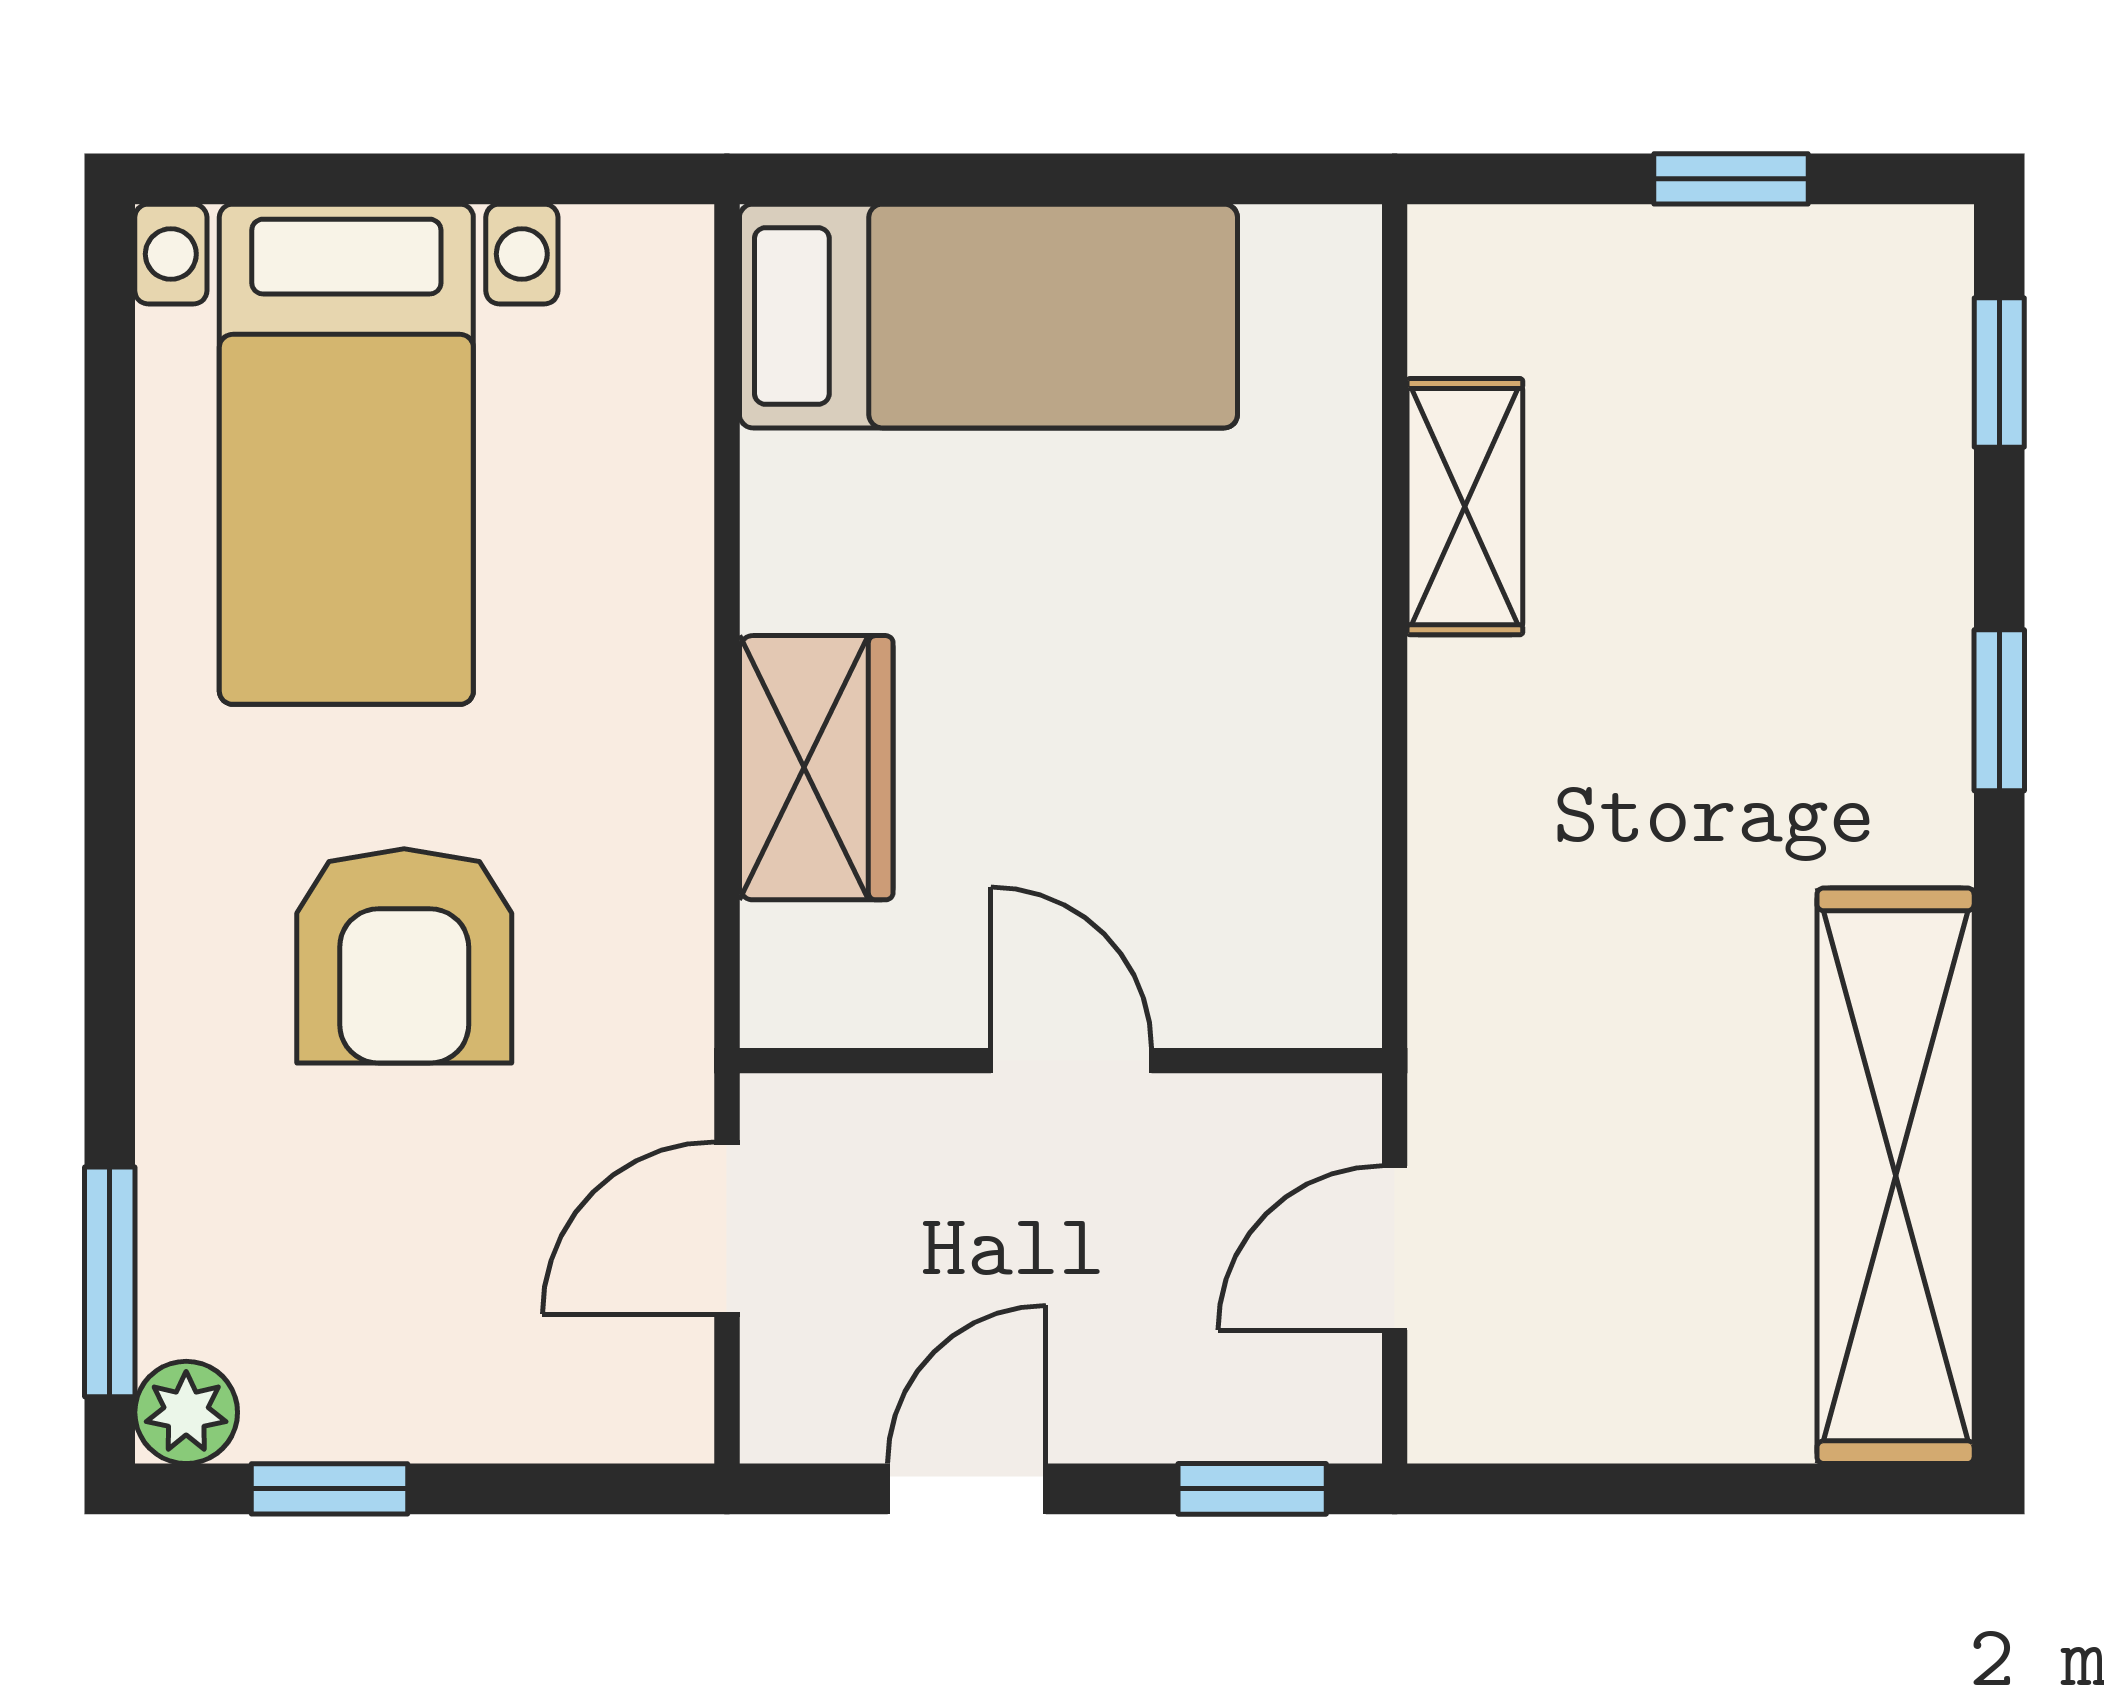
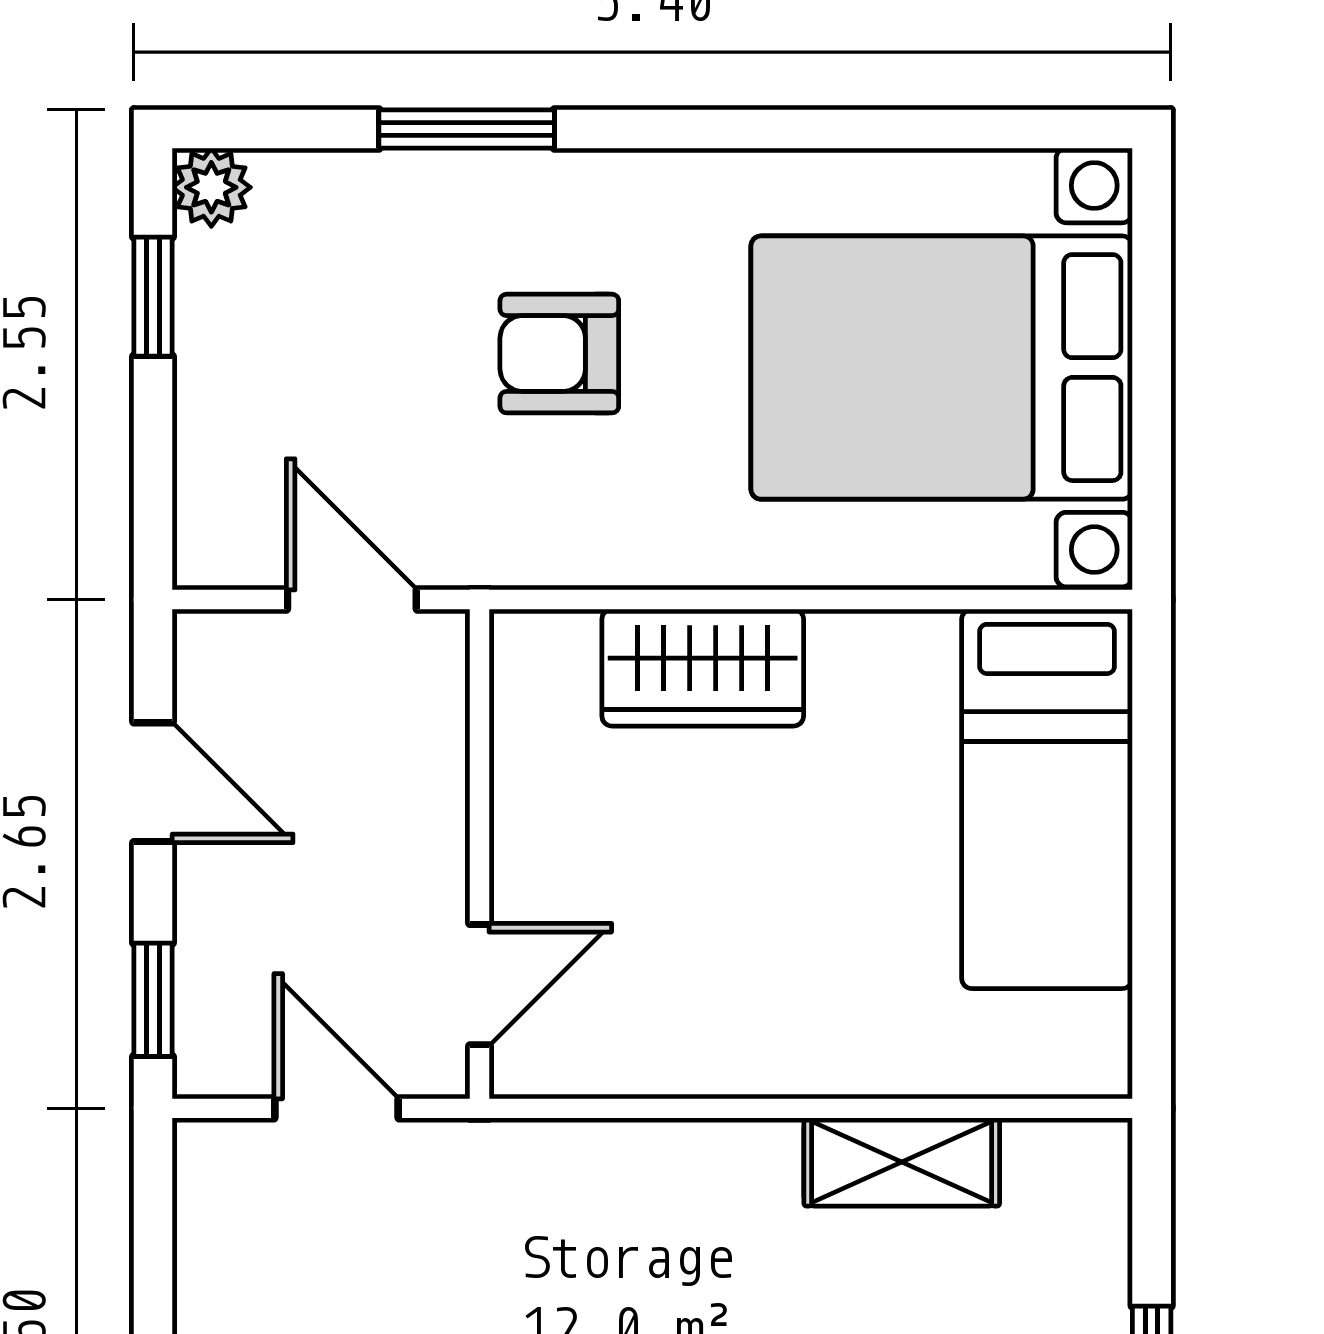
bed with nightstands: (346, 454) -> (942, 368), width x1.36
armchair: (404, 956) -> (559, 354), width x0.72, depth x0.72
door: (1071, 1061) -> (479, 985), moved
window: (110, 1282) -> (467, 129), moved

